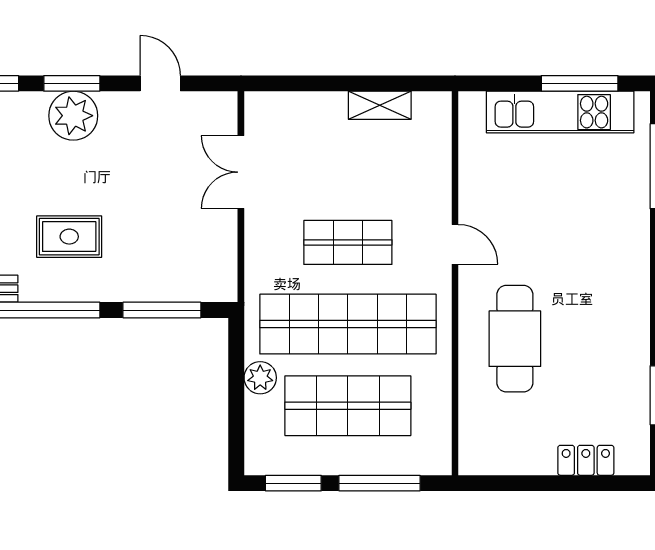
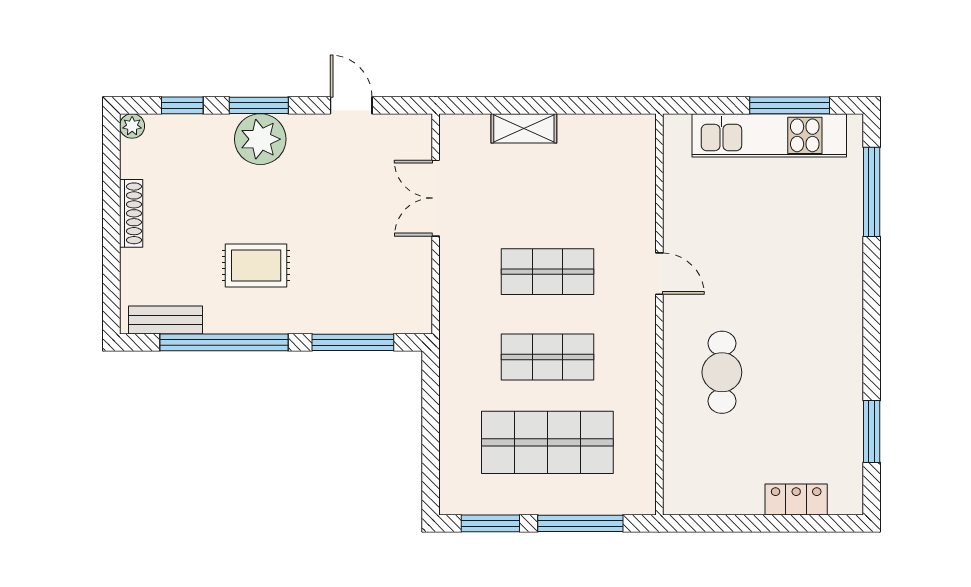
shelving: (380, 105) -> (524, 128), moved
shop shelf: (348, 324) -> (547, 357), width x0.50, depth x0.74
cafe table: (515, 339) -> (722, 372), width x0.73, depth x0.74
plant: (260, 378) -> (456, 413), removed

